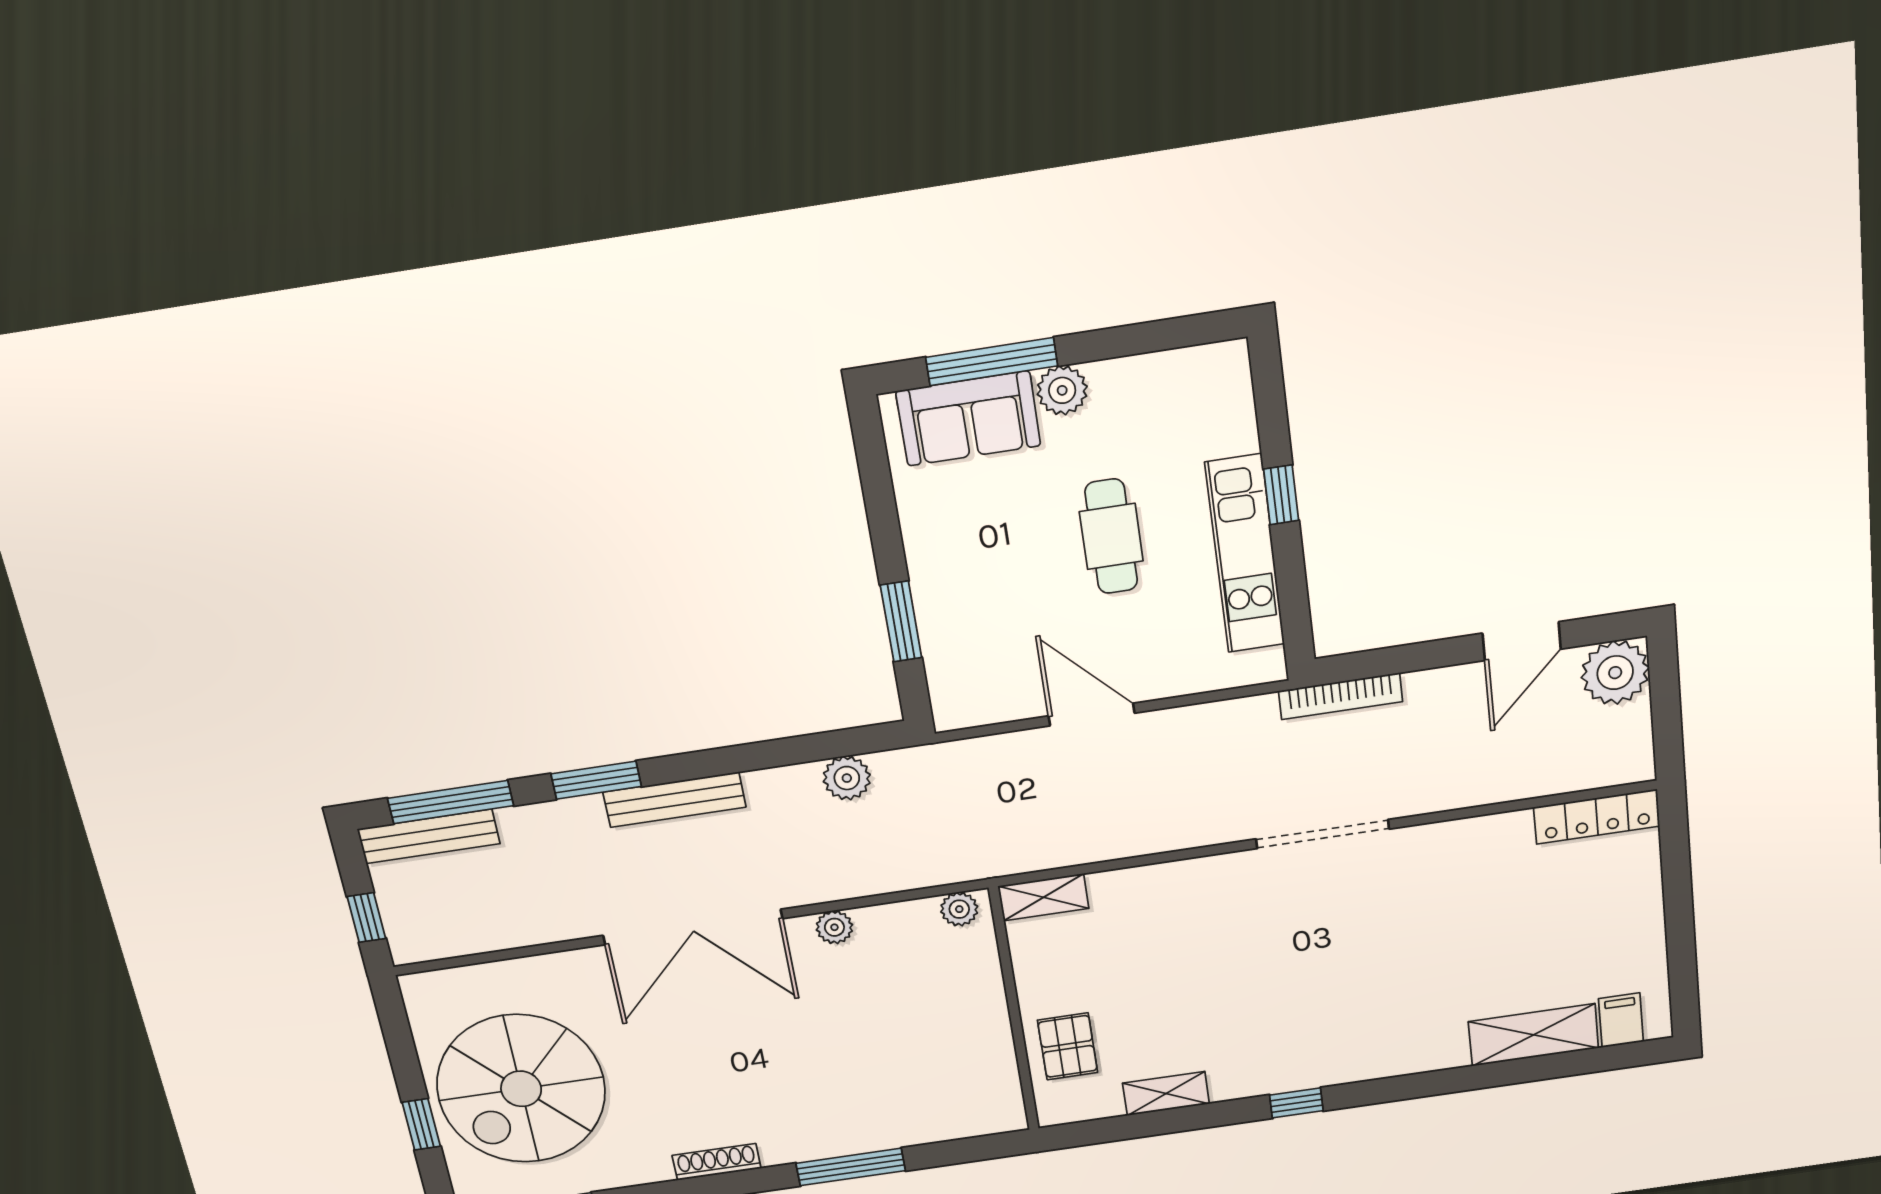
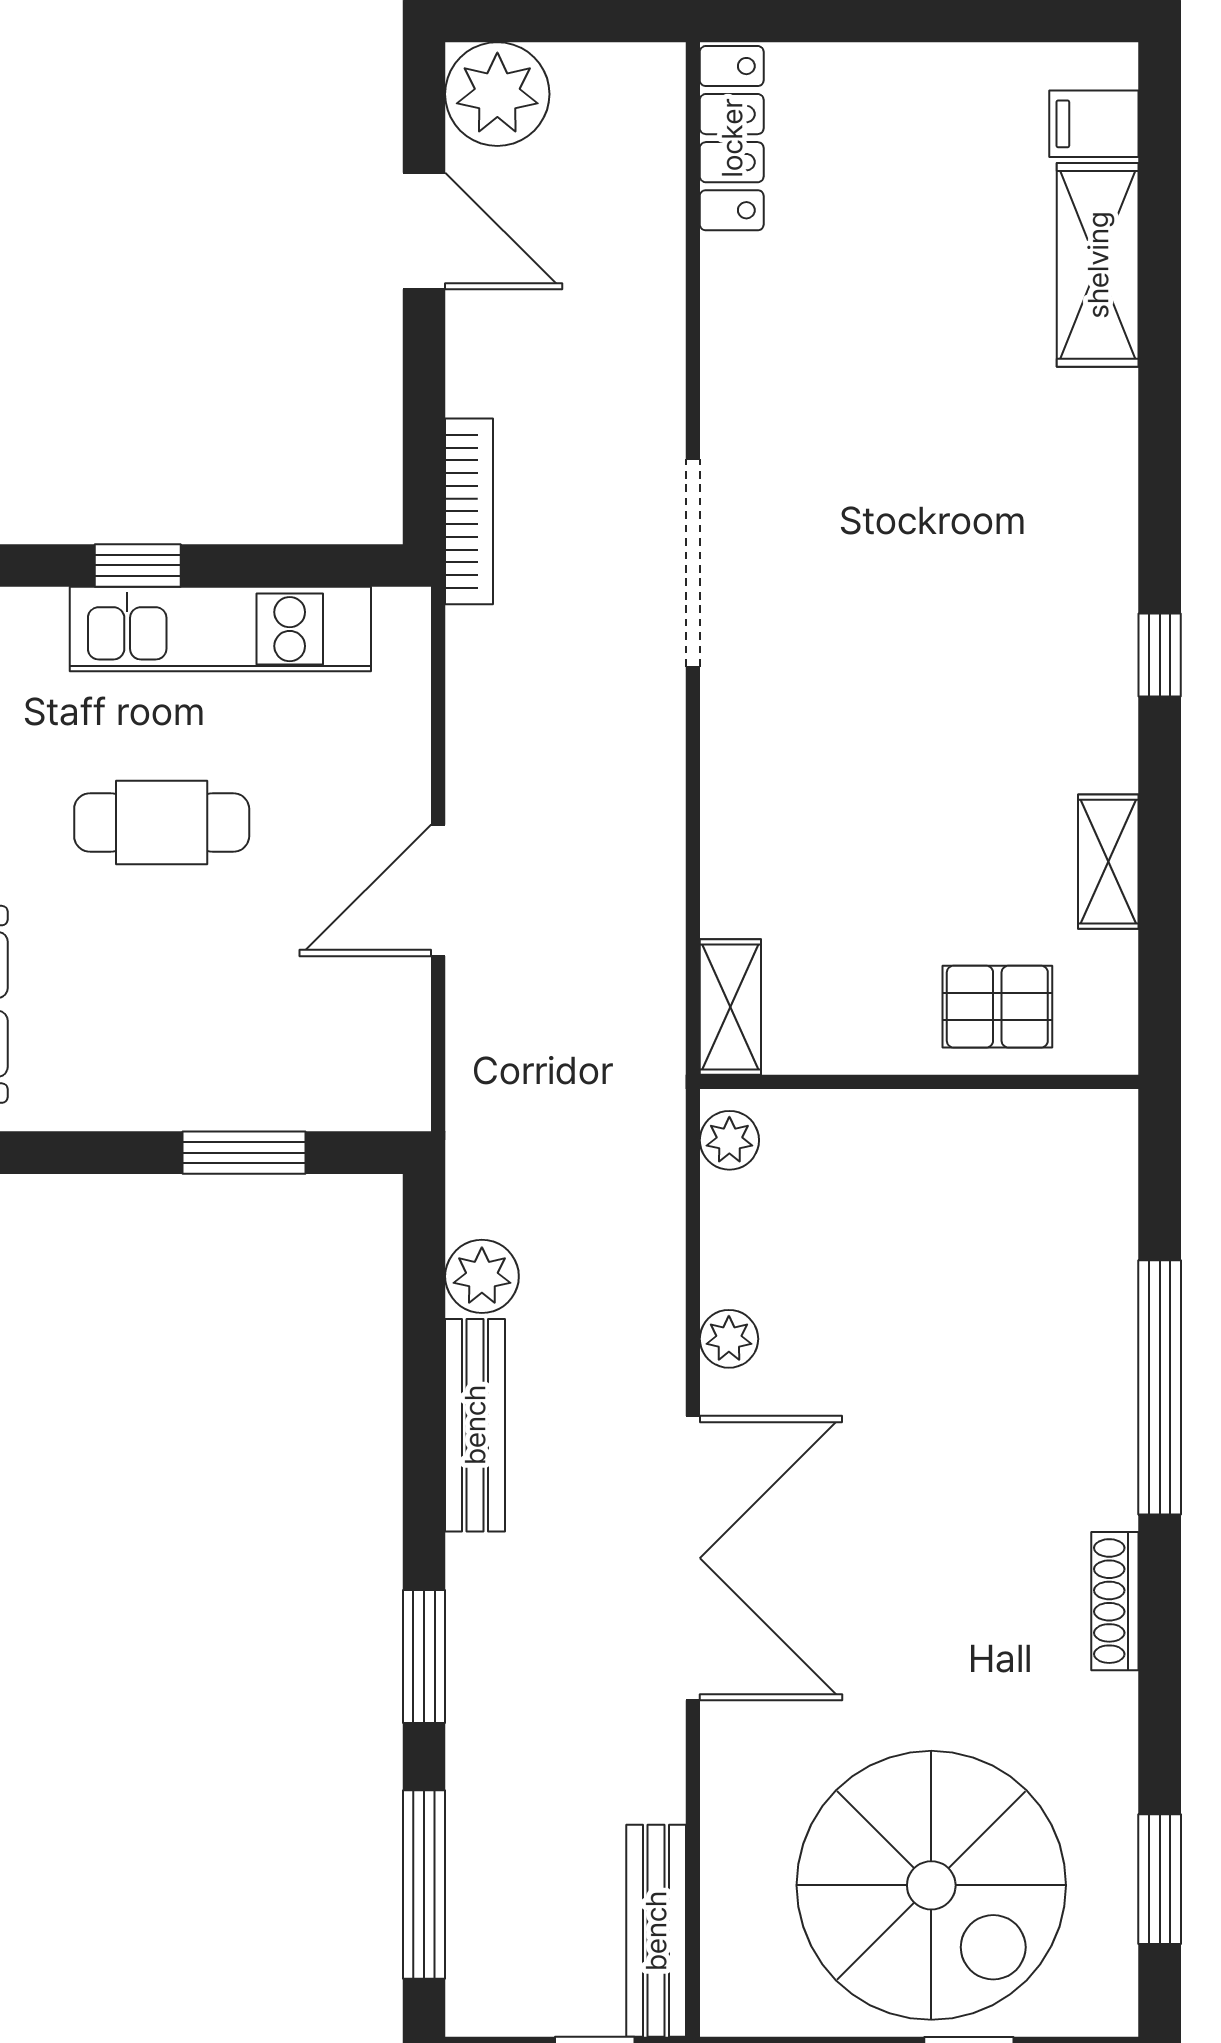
bench: (674, 800) -> (475, 1425), moved
bench: (429, 836) -> (656, 1931), moved
window: (851, 1167) -> (1160, 1387), width x1.46

